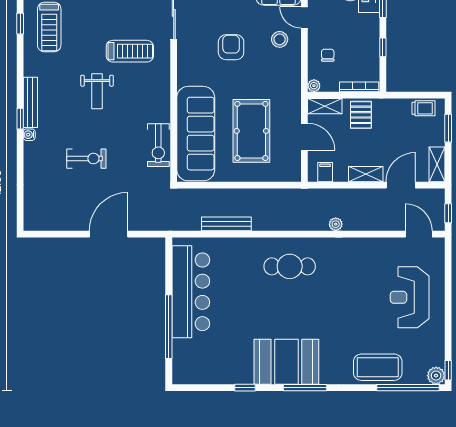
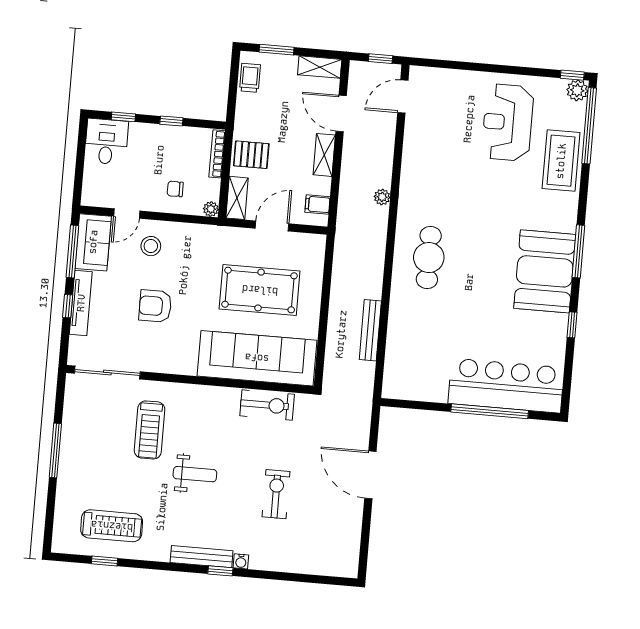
treadmill: (130, 51) -> (150, 430), turned 180
bar counter: (191, 292) -> (506, 386), moved
reception desk: (410, 297) -> (508, 122), moved, turned 90

